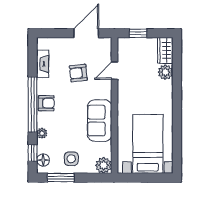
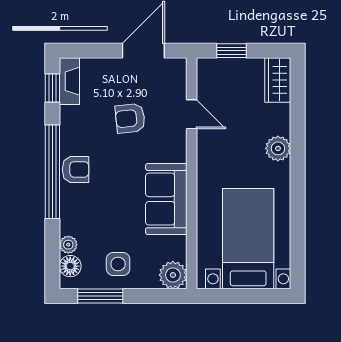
fireplace: (43, 64) -> (69, 81), moved
door: (114, 71) -> (192, 114), swing flipped
plant: (165, 72) -> (278, 148), moved
plant: (42, 133) -> (68, 245), moved
window: (33, 153) -> (52, 88), moved

